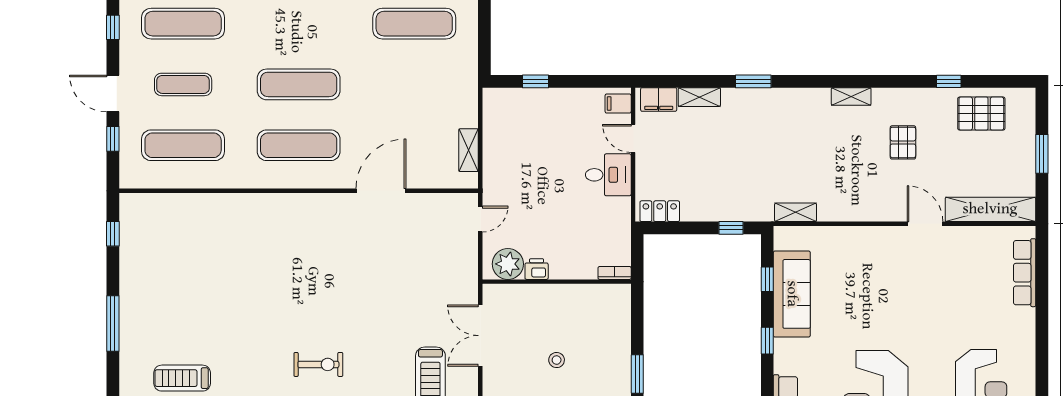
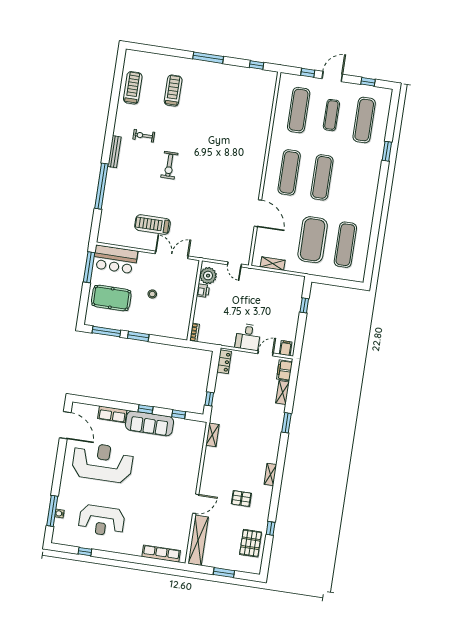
exercise mat: (414, 84) -> (313, 240), added
sofa: (792, 294) -> (149, 423), moved

